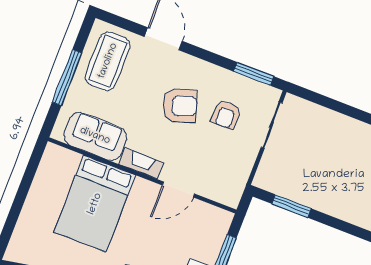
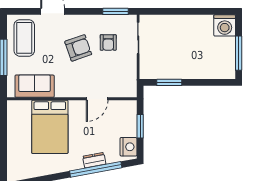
fireplace: (141, 163) -> (68, 92), removed

